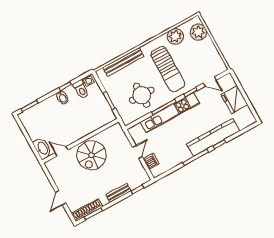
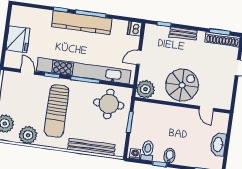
sun lounger: (168, 69) -> (57, 111), turned 180
round table: (142, 95) -> (109, 104), moved
kitchen unit: (170, 113) -> (84, 71), width x1.36
plant: (116, 133) -> (145, 89), added
kitchen counter: (213, 137) -> (82, 23), moved
washbasin: (42, 148) -> (218, 144), moved
dishwasher: (151, 161) -> (135, 29), moved

